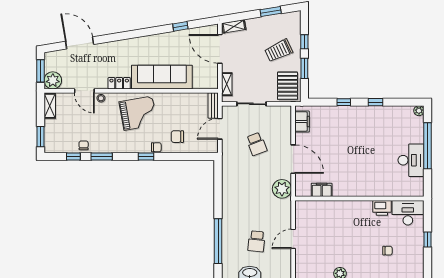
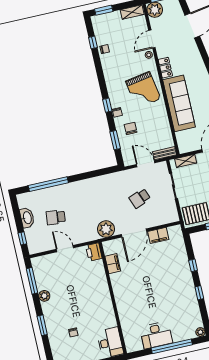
filing cabinet: (302, 122) -> (158, 235), moved
window: (102, 157) -> (115, 140), moved
printer: (382, 208) -> (94, 252), moved

